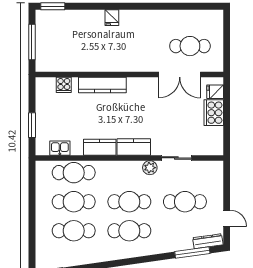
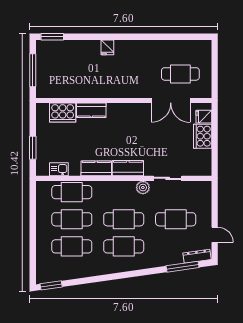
cooker: (64, 85) -> (63, 113), width x1.87, depth x1.31
kitchen counter: (102, 85) -> (91, 110), width x0.67

